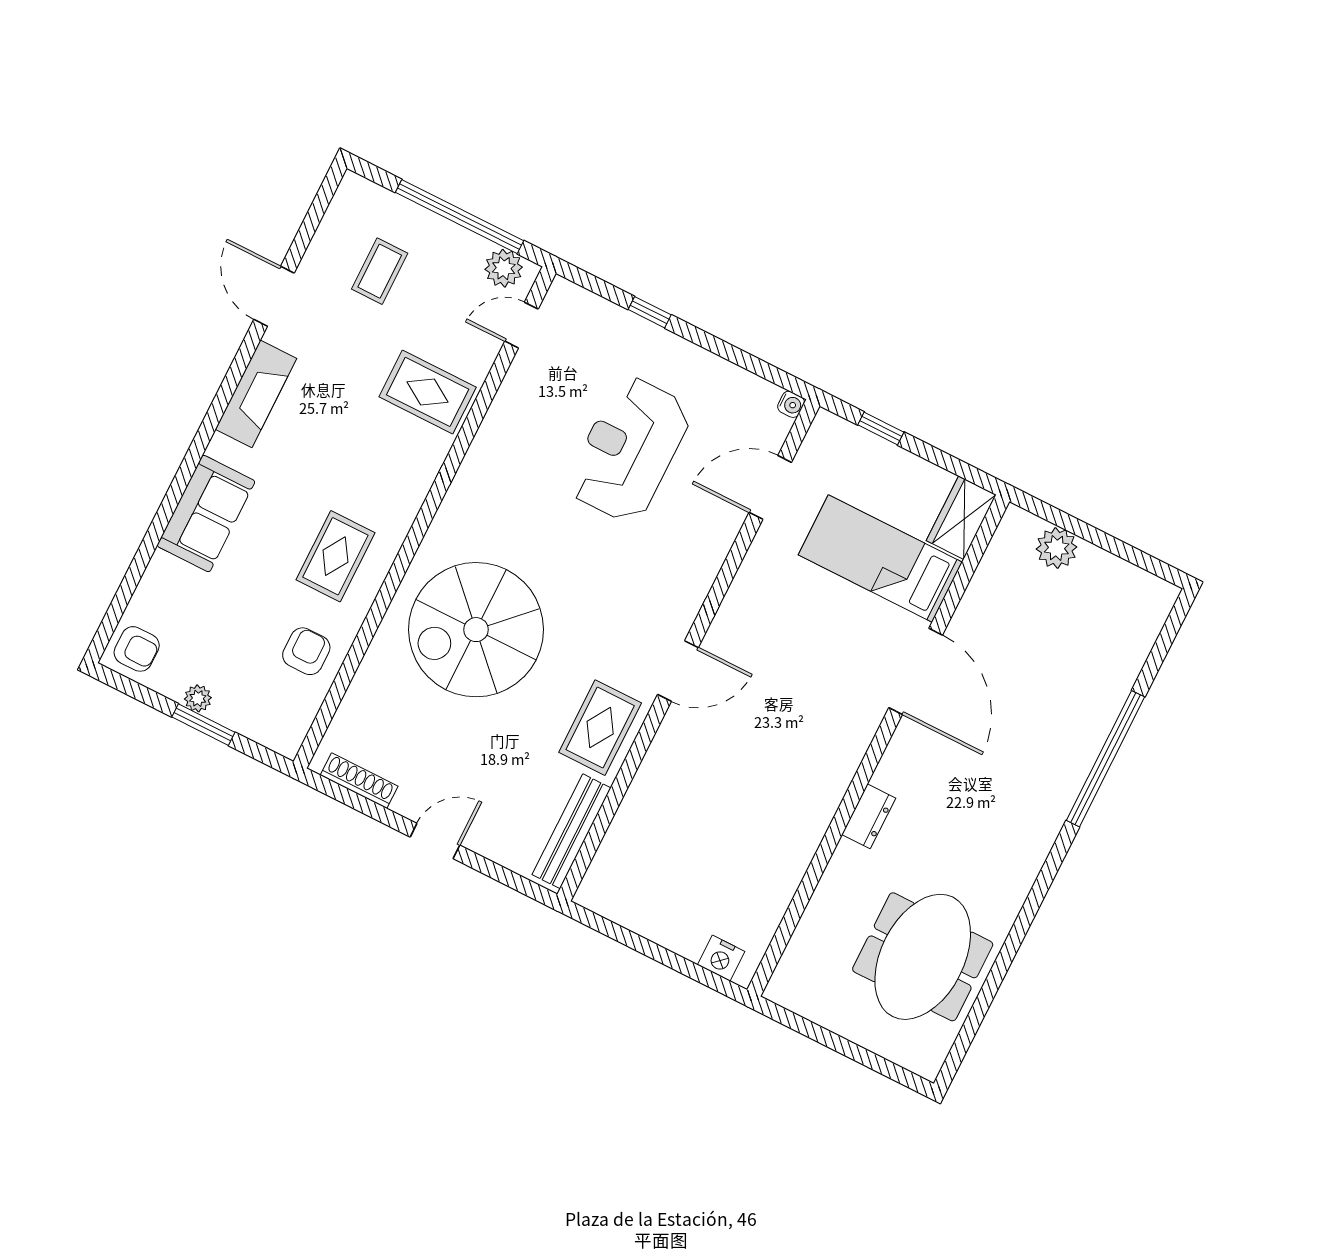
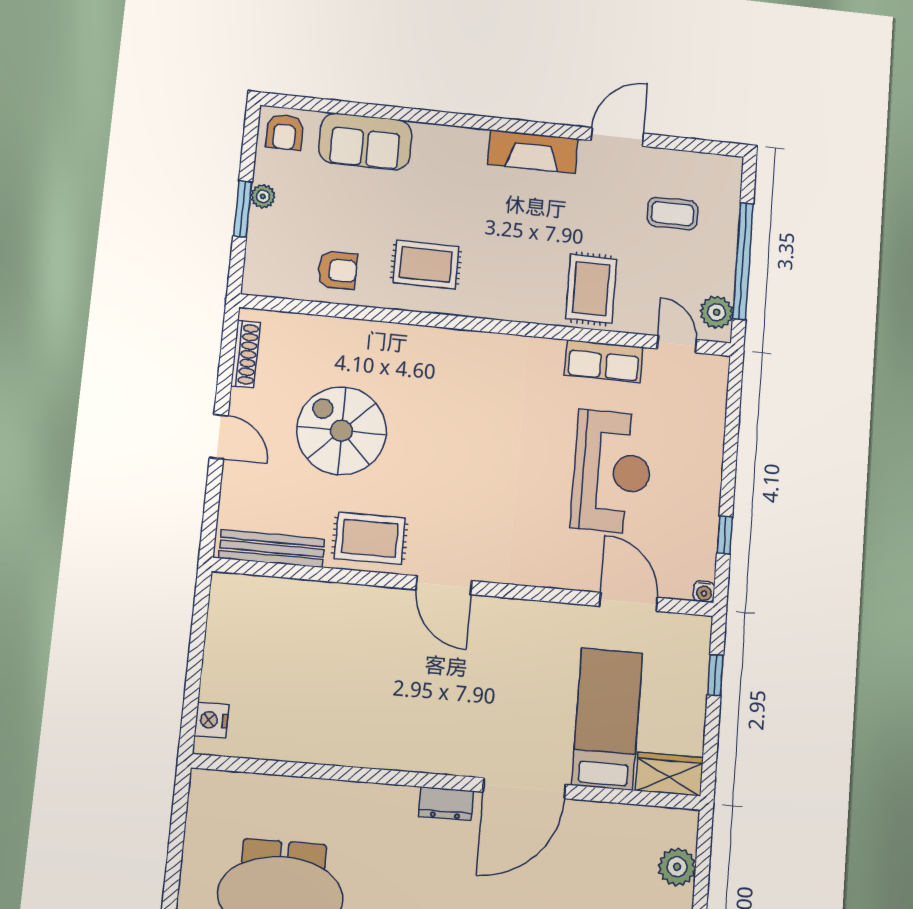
window: (650, 312) -> (725, 535), moved
row of seats: (510, 410) -> (604, 361), added
reception desk: (629, 449) -> (612, 472), turned 90
sofa: (206, 514) -> (365, 142), moved
spiral stairs: (476, 630) -> (341, 431), moved, width x0.73, depth x0.73
dresser: (869, 816) -> (446, 804), moved

